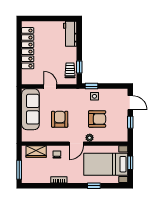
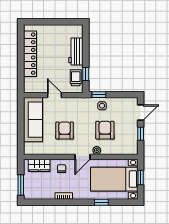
workbench: (70, 34) -> (76, 51), moved
door: (130, 103) -> (141, 113), hinge flipped
armchair: (97, 119) -> (105, 130), turned -90

